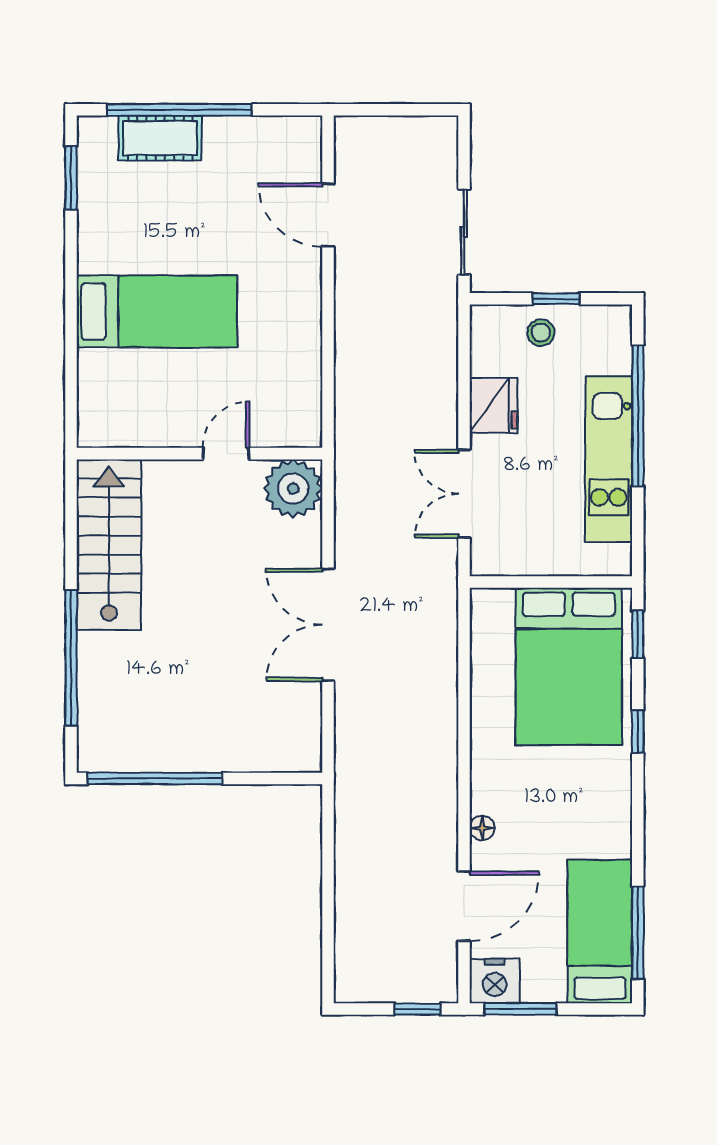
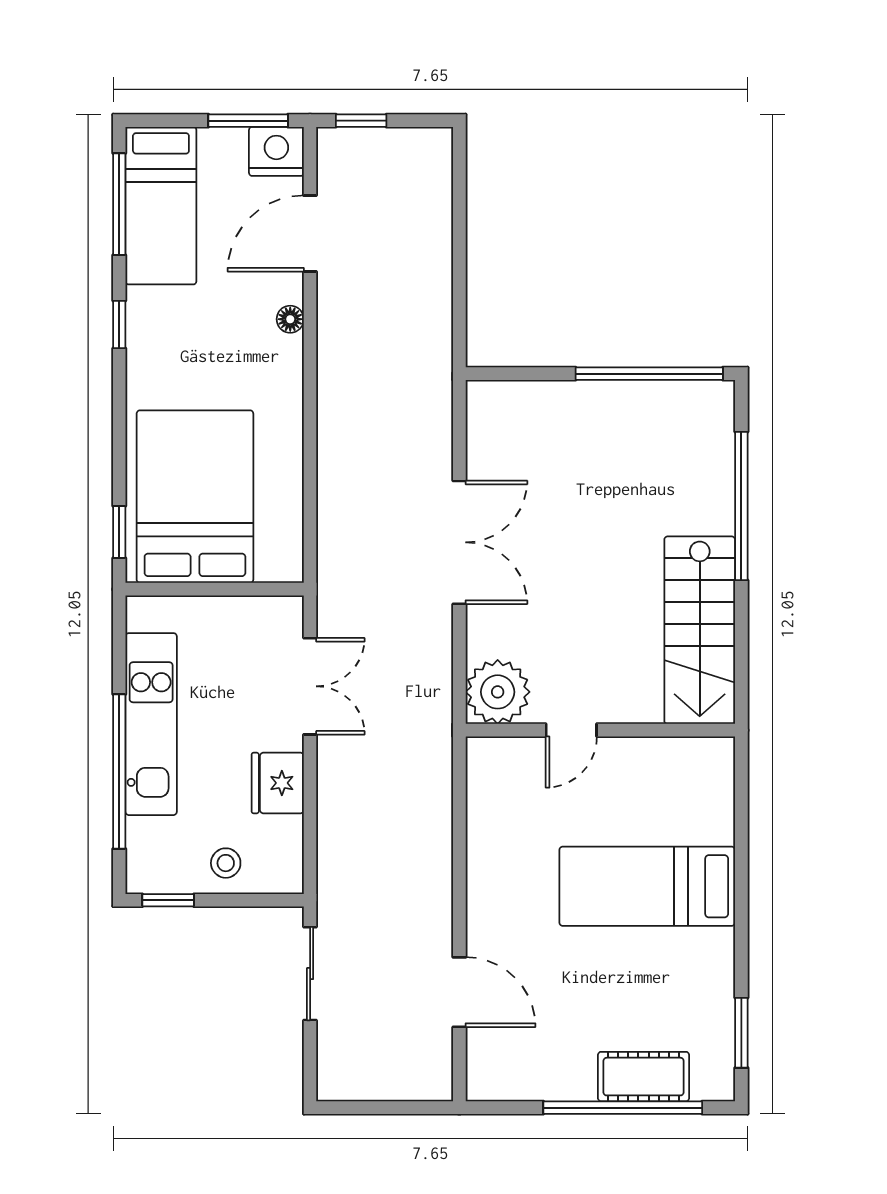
window: (556, 299) -> (168, 900), moved
window: (638, 732) -> (119, 324), moved

